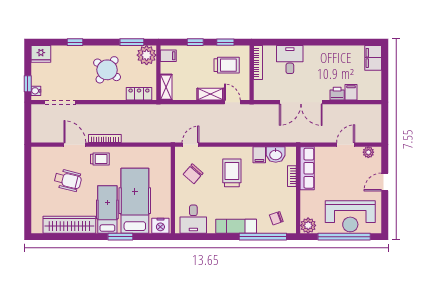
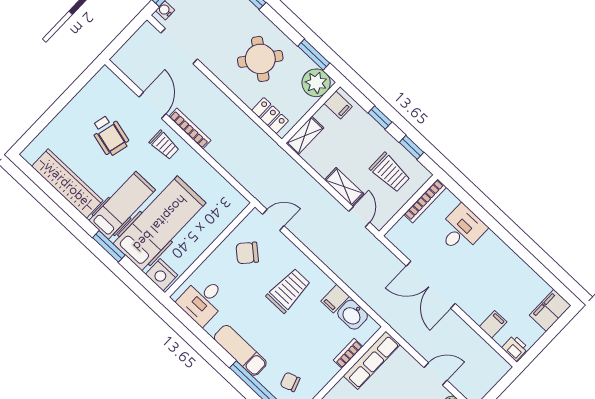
printer: (337, 94) -> (515, 348), moved

